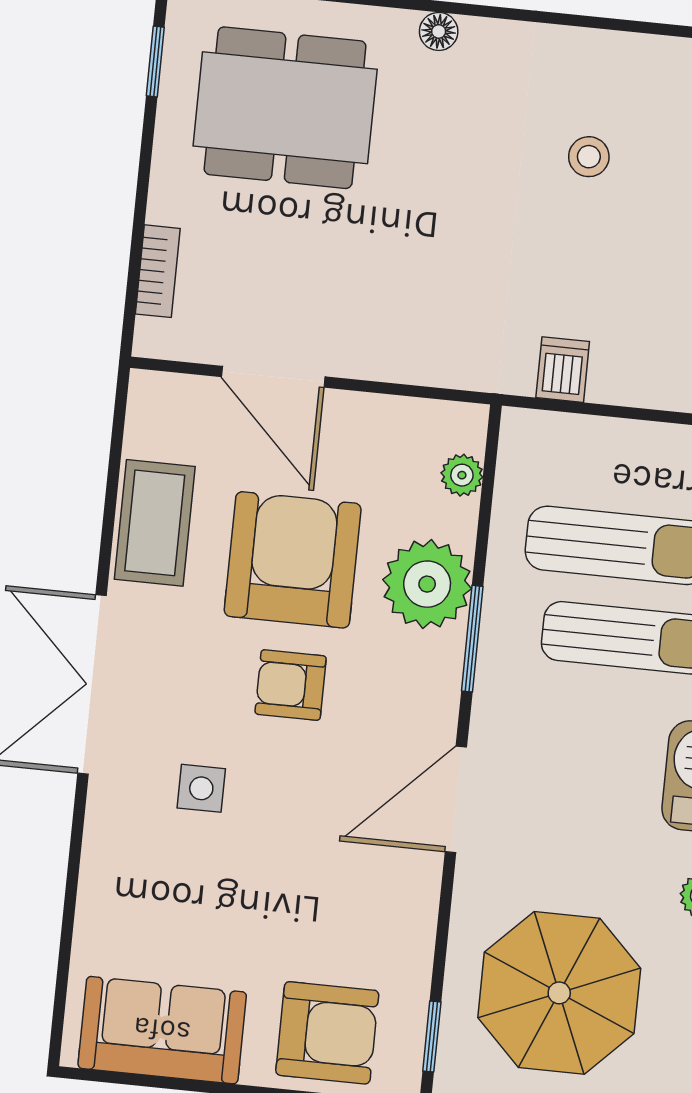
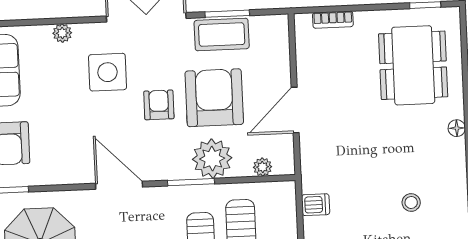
door: (273, 377) -> (295, 110), moved
window: (110, 504) -> (227, 14), added
armchair: (293, 560) -> (214, 98), turned -90
side table: (201, 788) -> (108, 72), width x1.87, depth x1.87
plant: (100, 876) -> (62, 33), added

